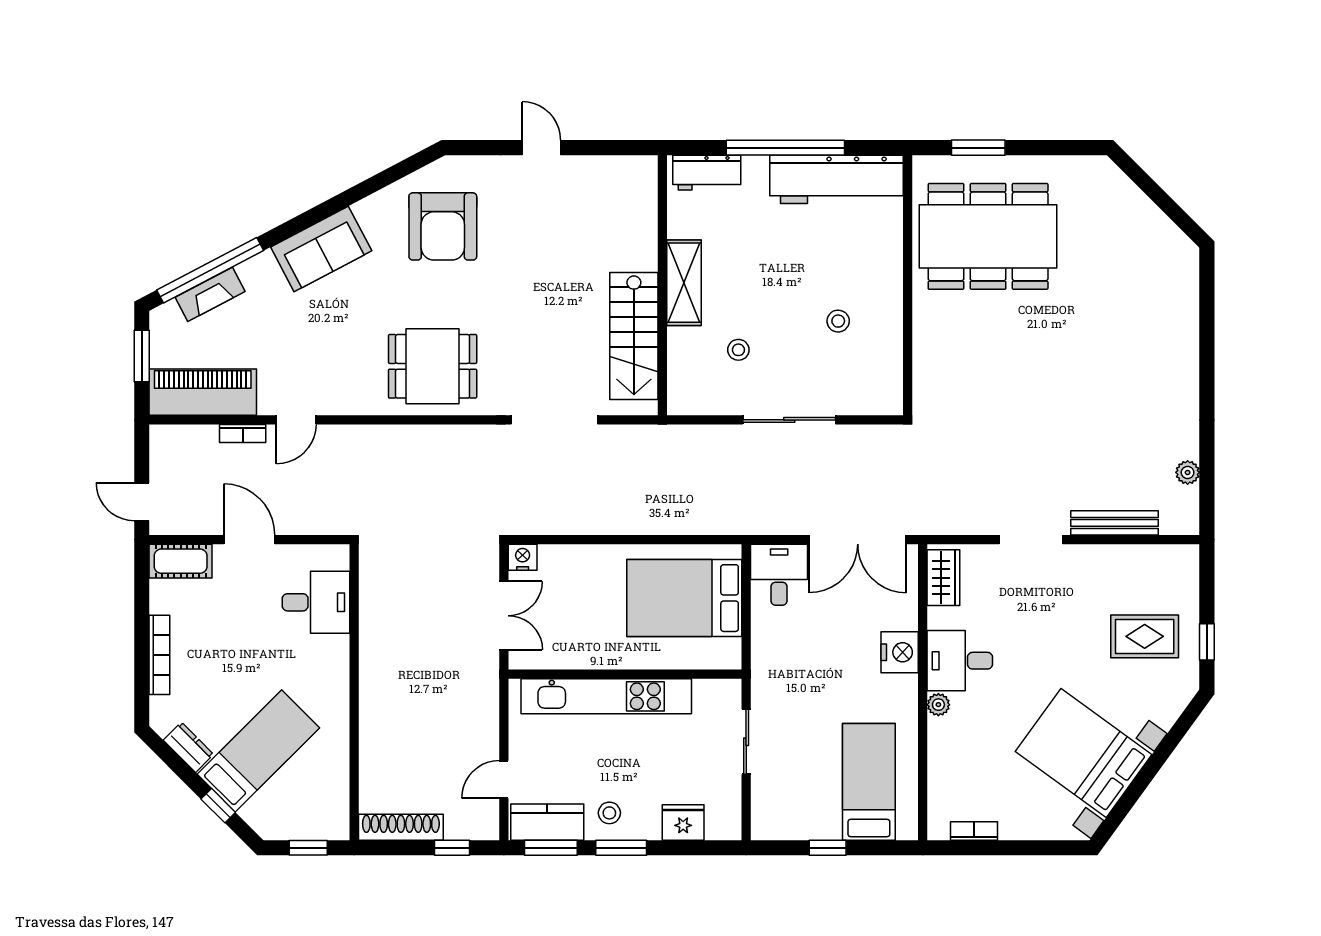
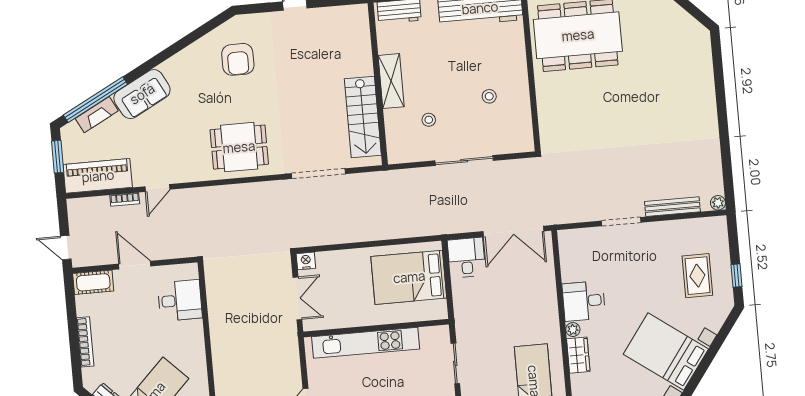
armchair: (443, 226) -> (238, 59), width x0.73, depth x0.73
sofa: (321, 249) -> (142, 94), moved
plant: (1188, 472) -> (718, 203), moved
wardrobe: (943, 578) -> (578, 355), moved
rug: (1145, 636) -> (697, 276), turned 90
nightstand: (900, 652) -> (546, 299), removed

